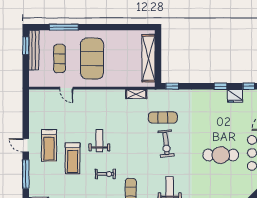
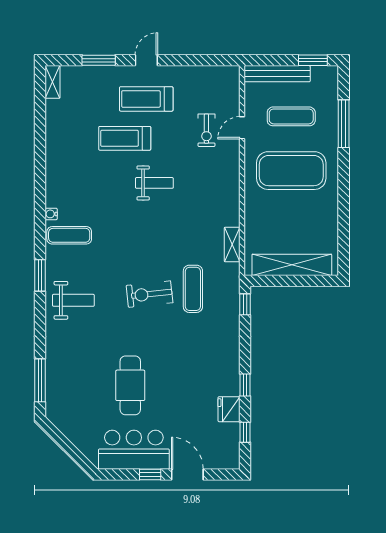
bench: (34, 50) -> (277, 74), moved
window: (26, 174) -> (99, 60), width x0.69
exercise bike: (105, 174) -> (206, 130), moved

